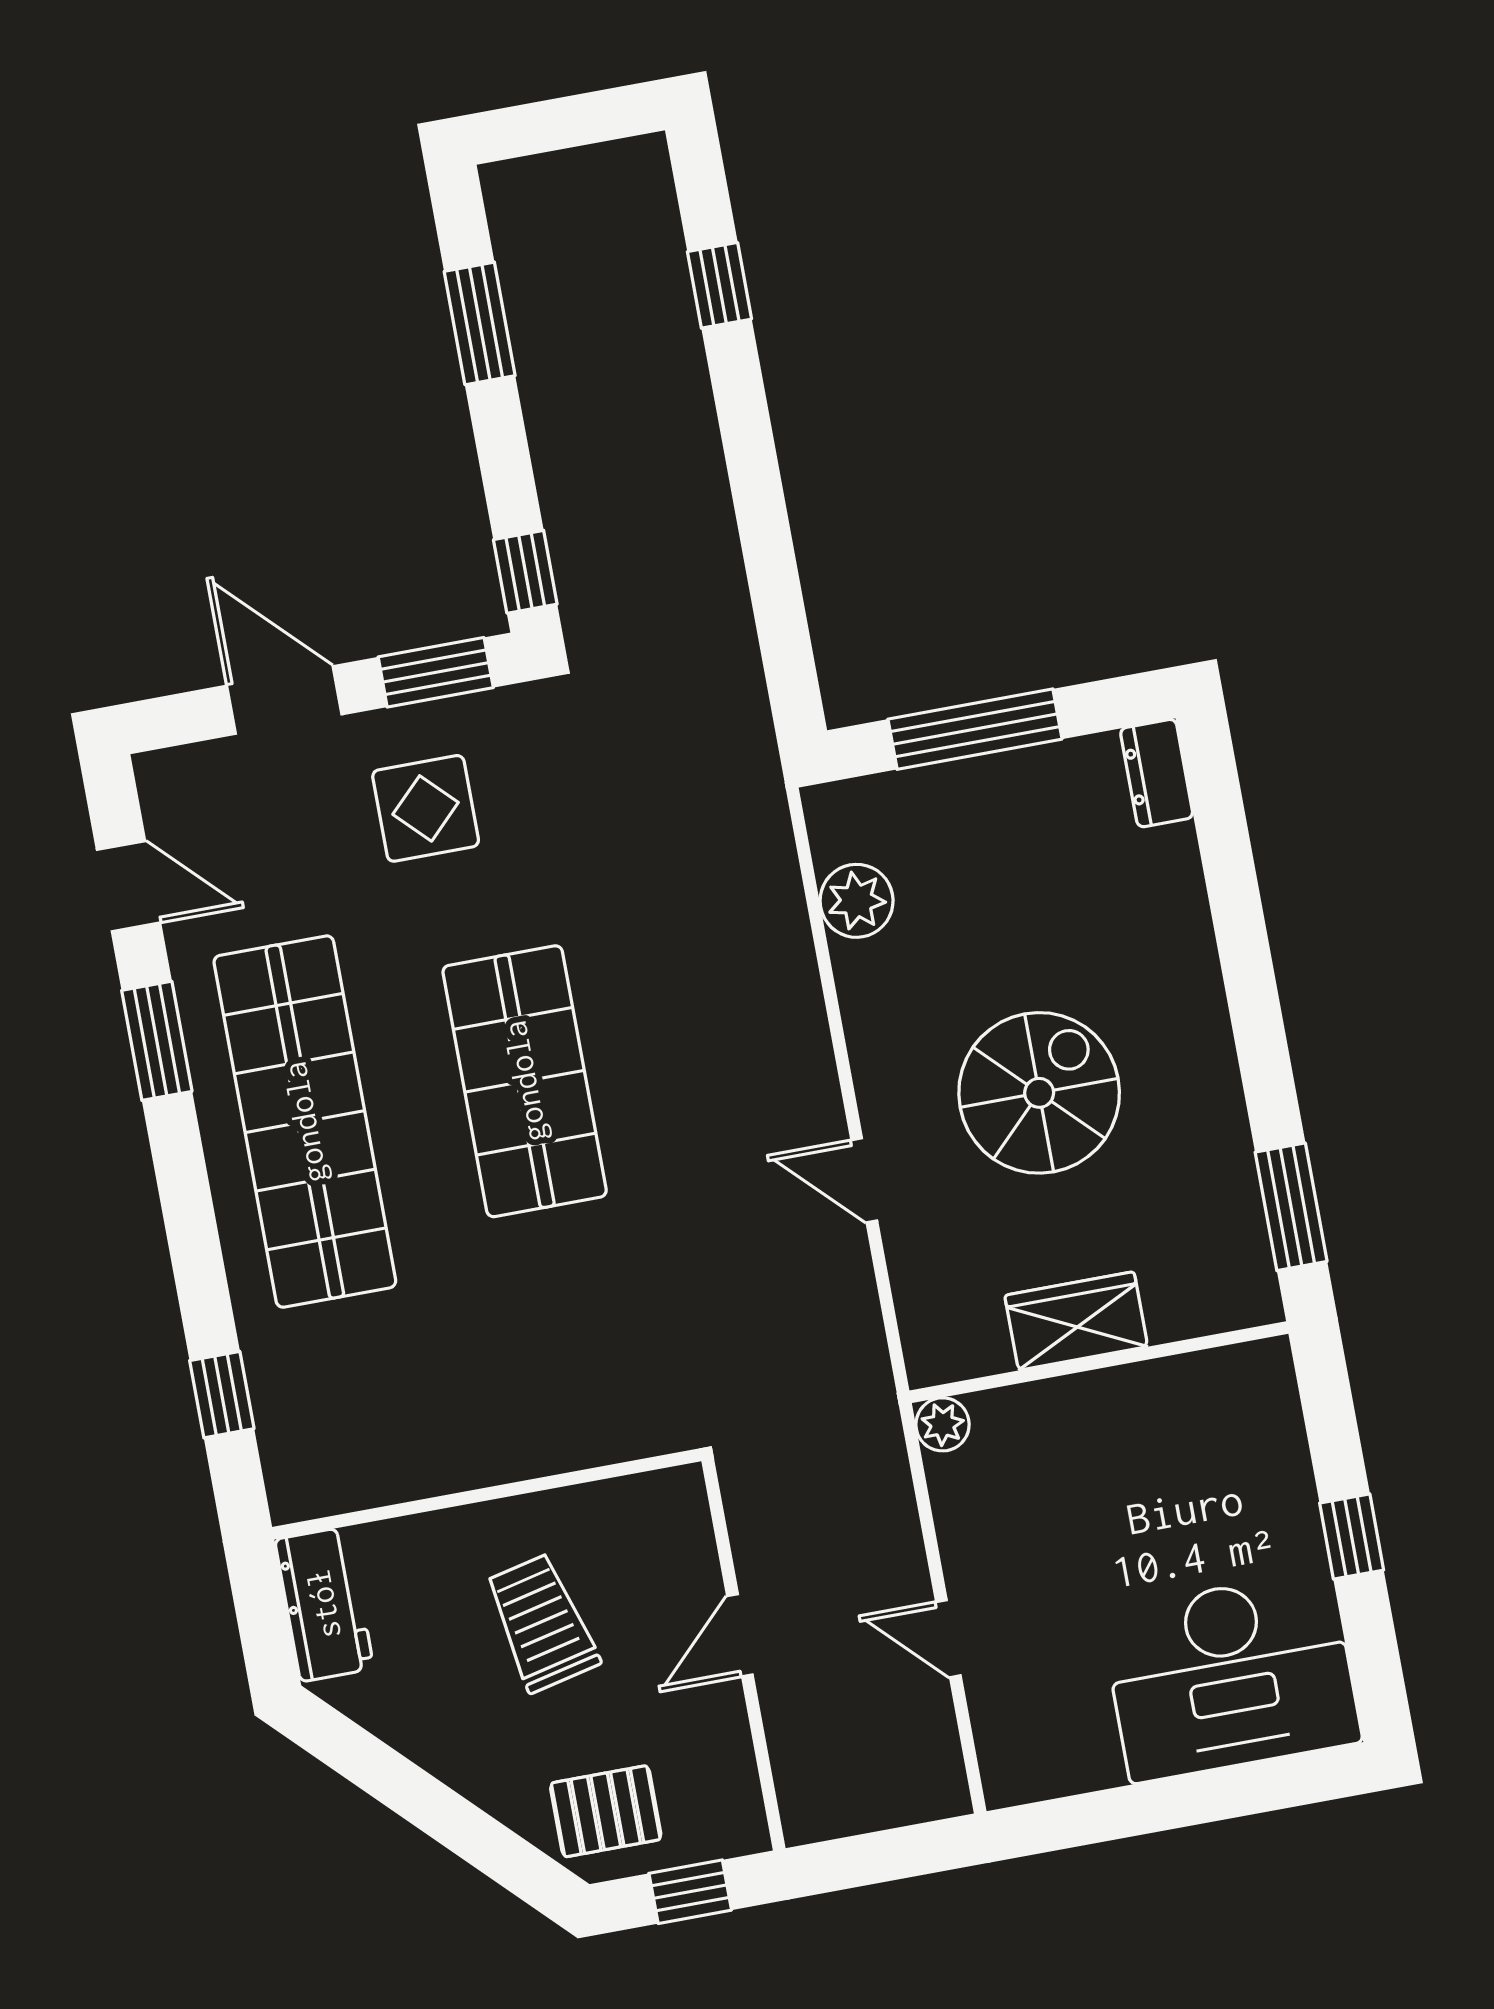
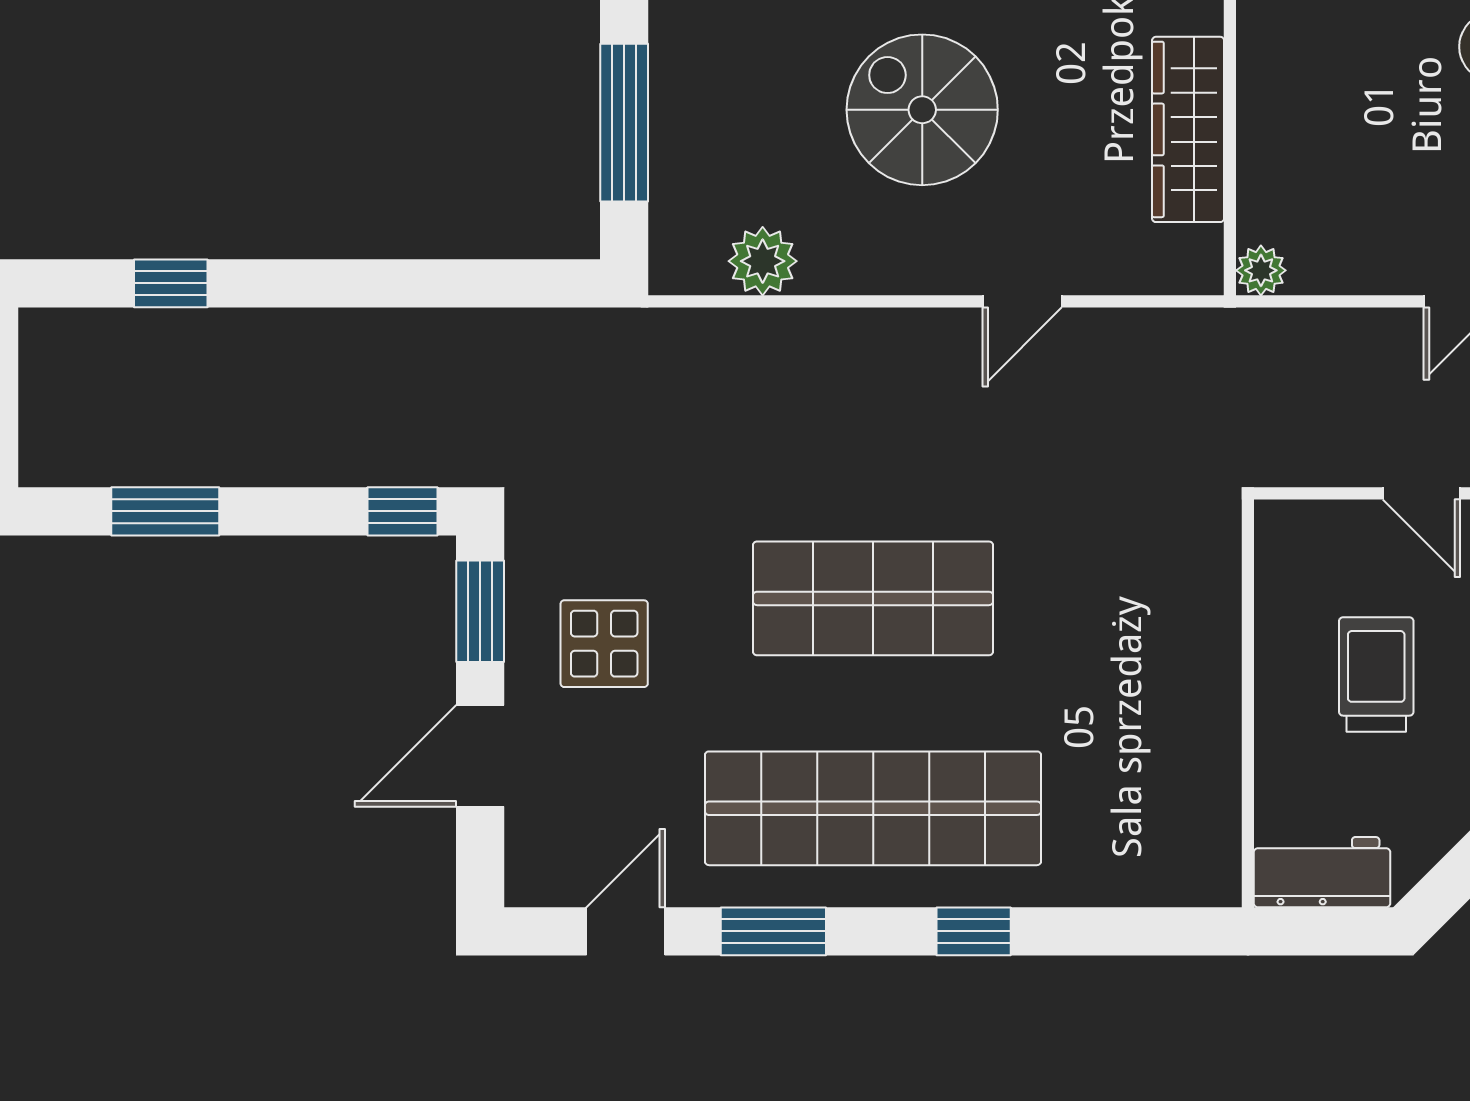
spiral stairs: (1039, 1093) -> (922, 110), moved
wardrobe: (1076, 1321) -> (1188, 129), width x1.50
window: (222, 1395) -> (974, 931), moved
trolley: (542, 1623) -> (1376, 674), turned 103

